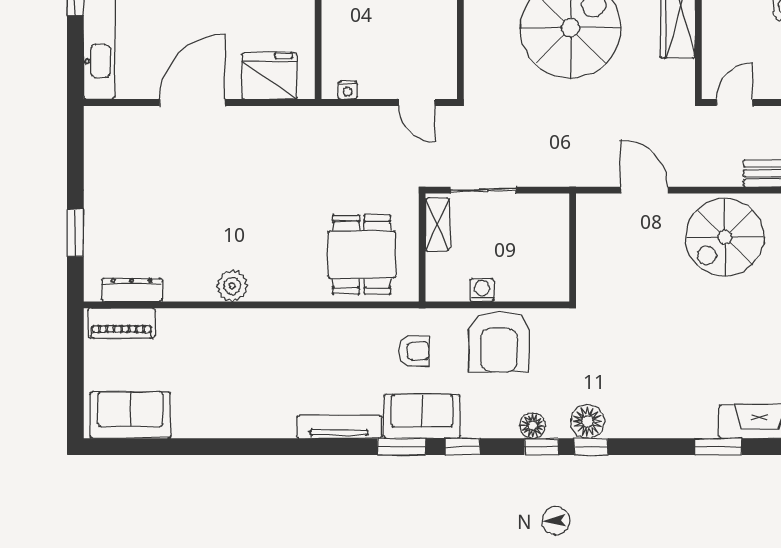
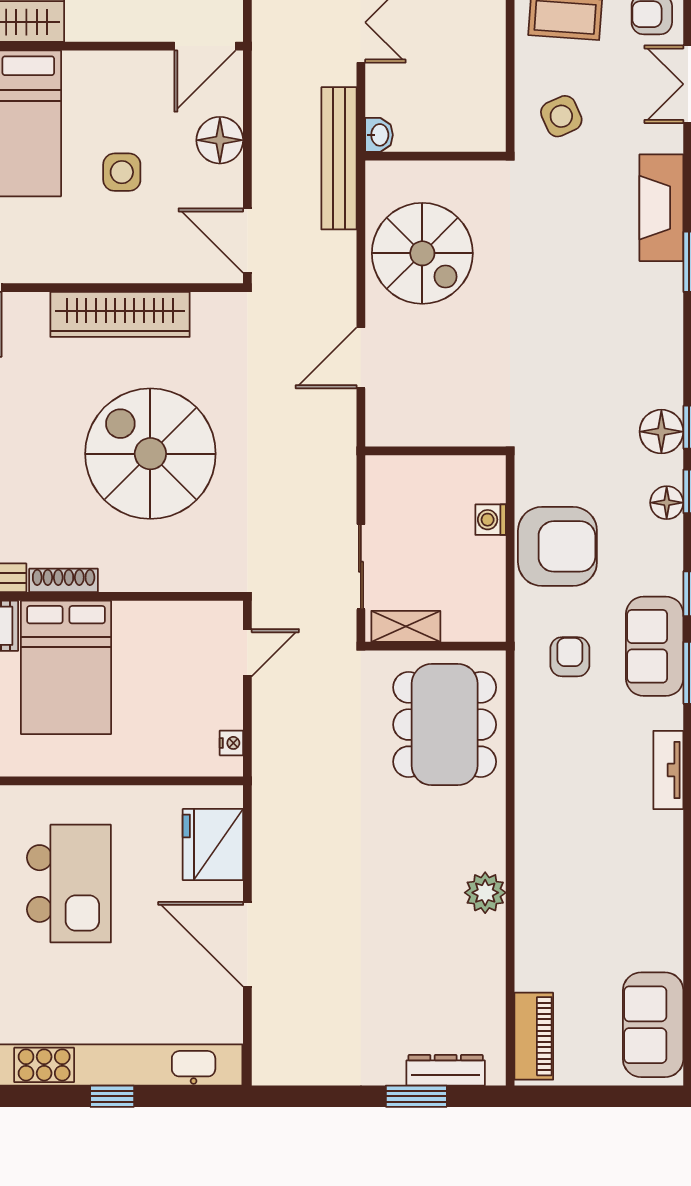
door: (735, 103) -> (247, 241), width x1.38
dining table: (362, 255) -> (445, 725), width x1.37
dresser: (132, 290) -> (446, 1070), moved, turned 90
washing machine: (482, 290) -> (491, 520), moved
tv unit: (339, 427) -> (668, 770), width x0.71

